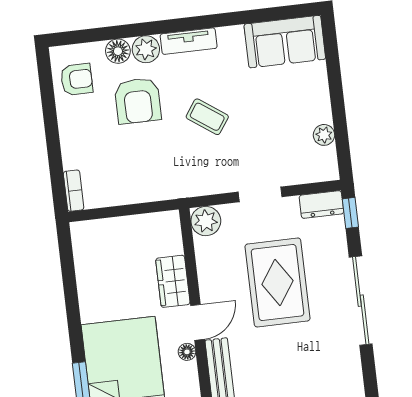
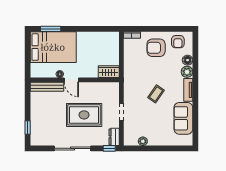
sofa: (285, 42) -> (183, 118), moved
armchair: (138, 101) -> (156, 48), moved
plant: (206, 221) -> (113, 88), removed
wardrobe: (173, 281) -> (109, 72), moved

